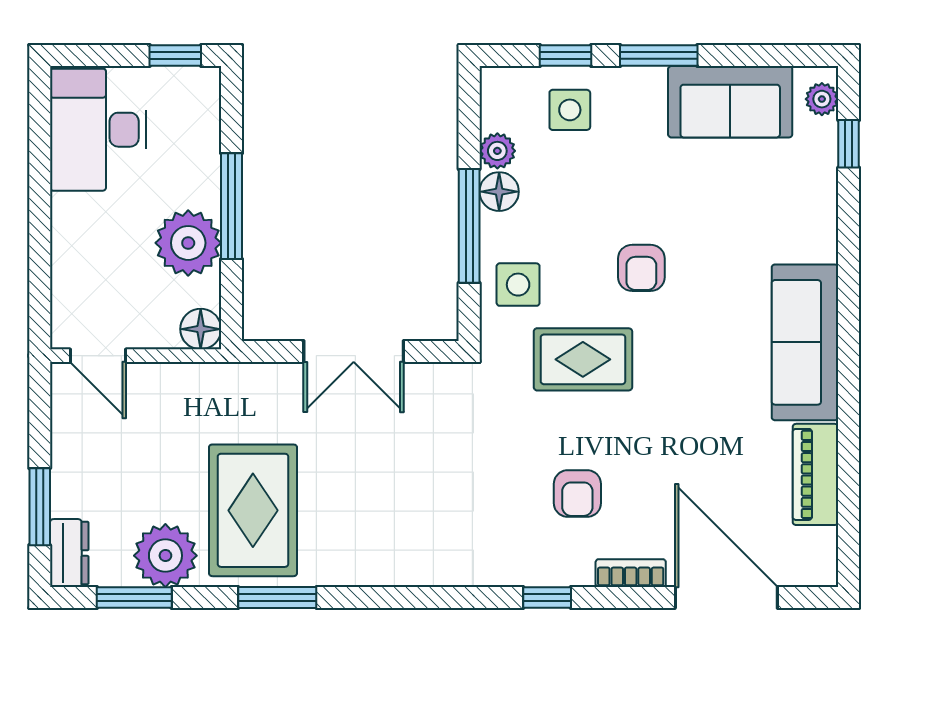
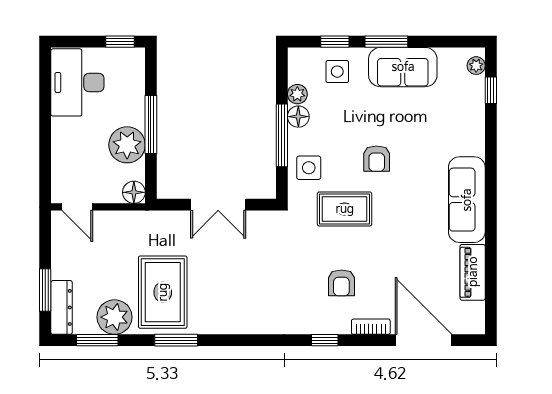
sofa: (730, 102) -> (403, 67), moved
dresser: (69, 553) -> (62, 307), width x1.44

